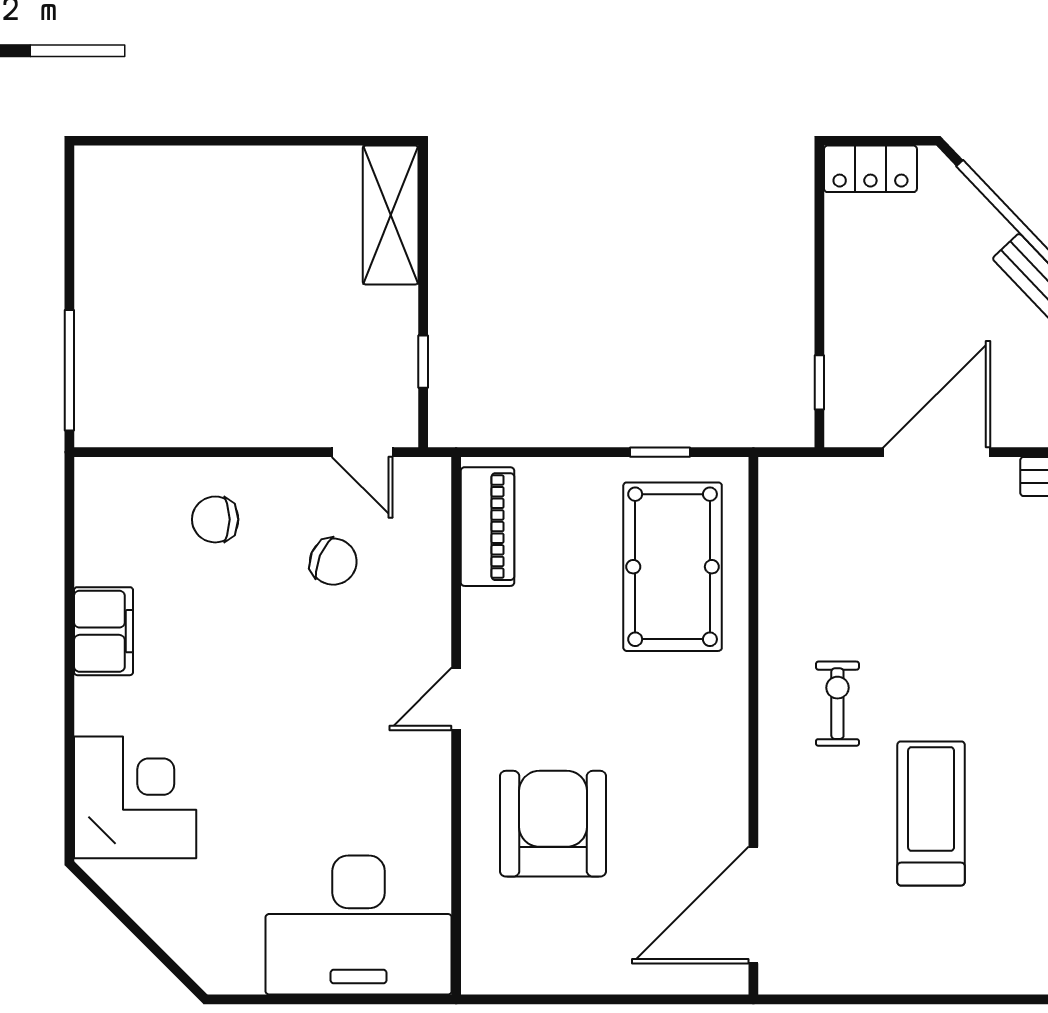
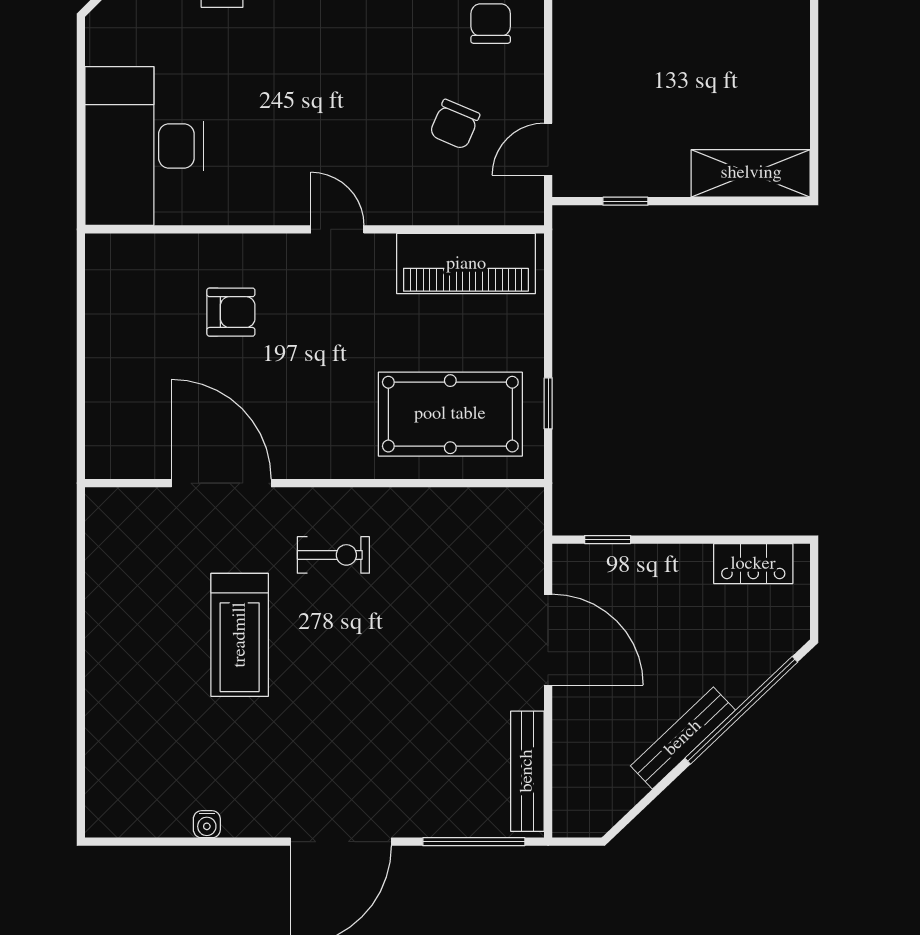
locker: (870, 169) -> (753, 564), moved, turned -90
piano: (487, 527) -> (466, 264), width x1.37, depth x1.33
treadmill: (931, 813) -> (240, 635), turned 90
armchair: (553, 824) -> (231, 312), width x0.53, depth x0.53
door: (753, 905) -> (221, 483), moved

